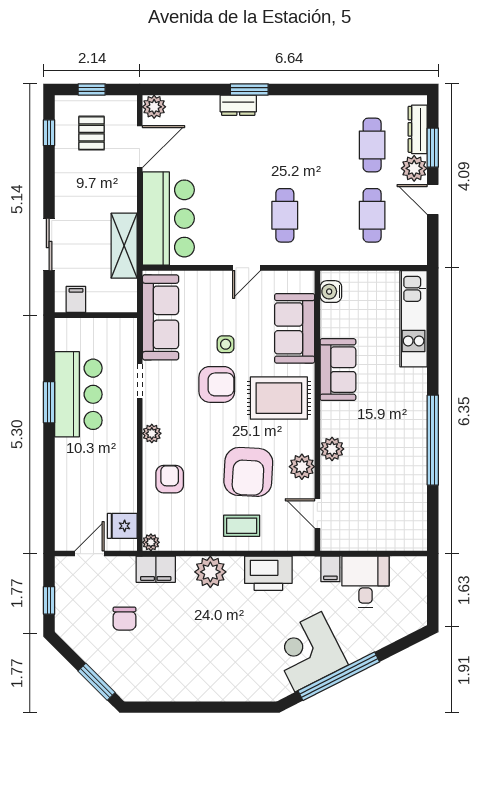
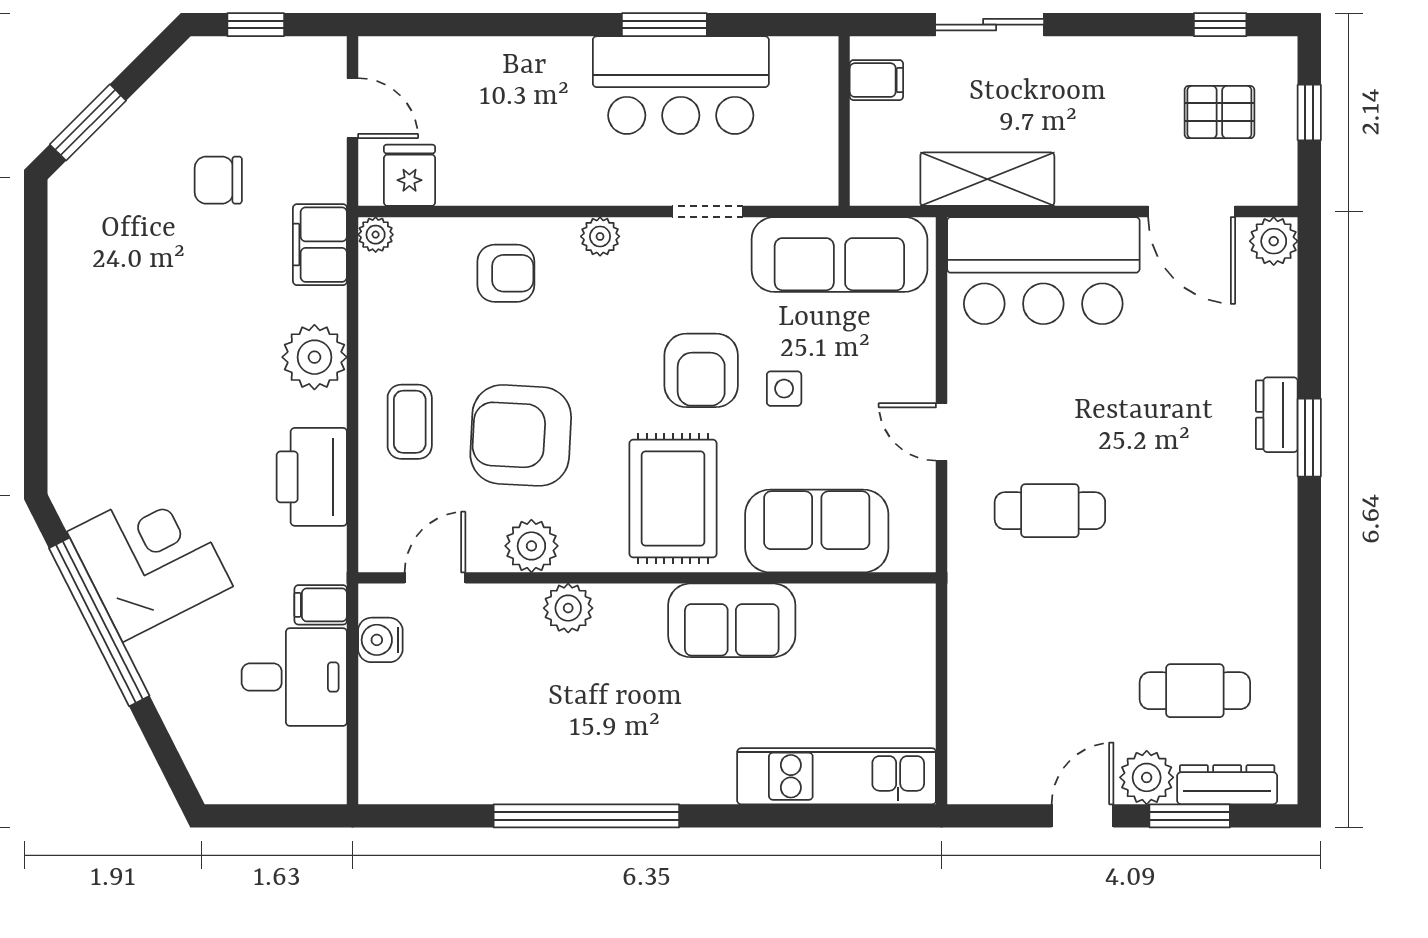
cafe table: (372, 215) -> (1050, 691), removed
water cooler: (331, 292) -> (380, 640), moved, turned -90

